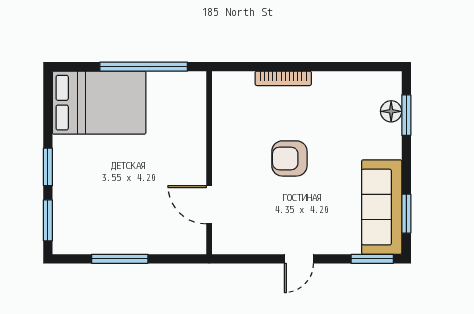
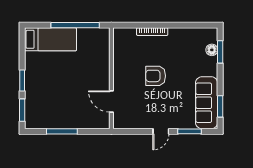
bed: (99, 103) -> (51, 39), width x0.67
window: (372, 259) -> (190, 131), moved

